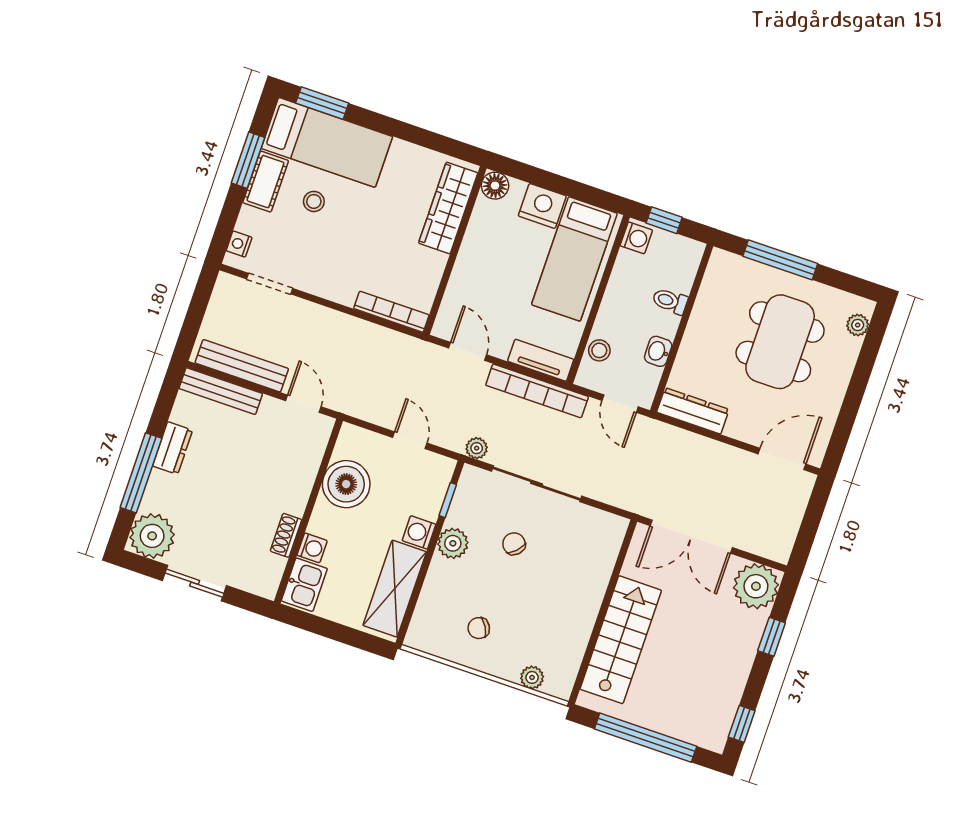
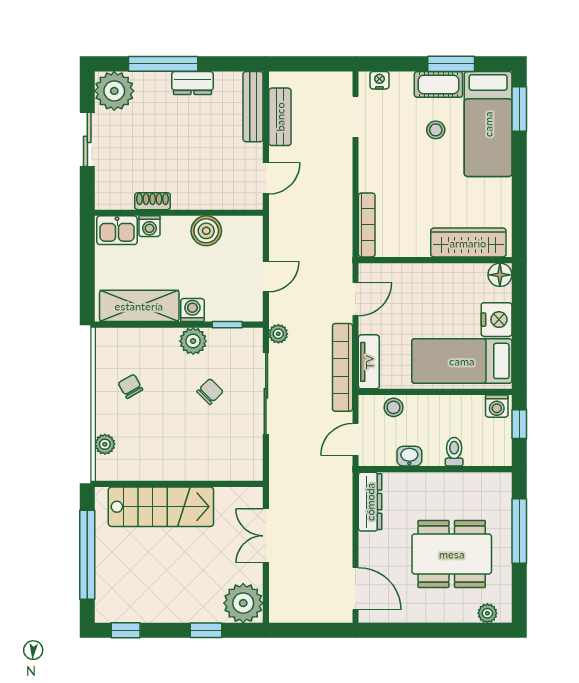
bench: (242, 366) -> (280, 117), width x0.73
boiler: (346, 484) -> (206, 231), width x0.73, depth x0.73
double door: (691, 537) -> (266, 536), width x0.73

